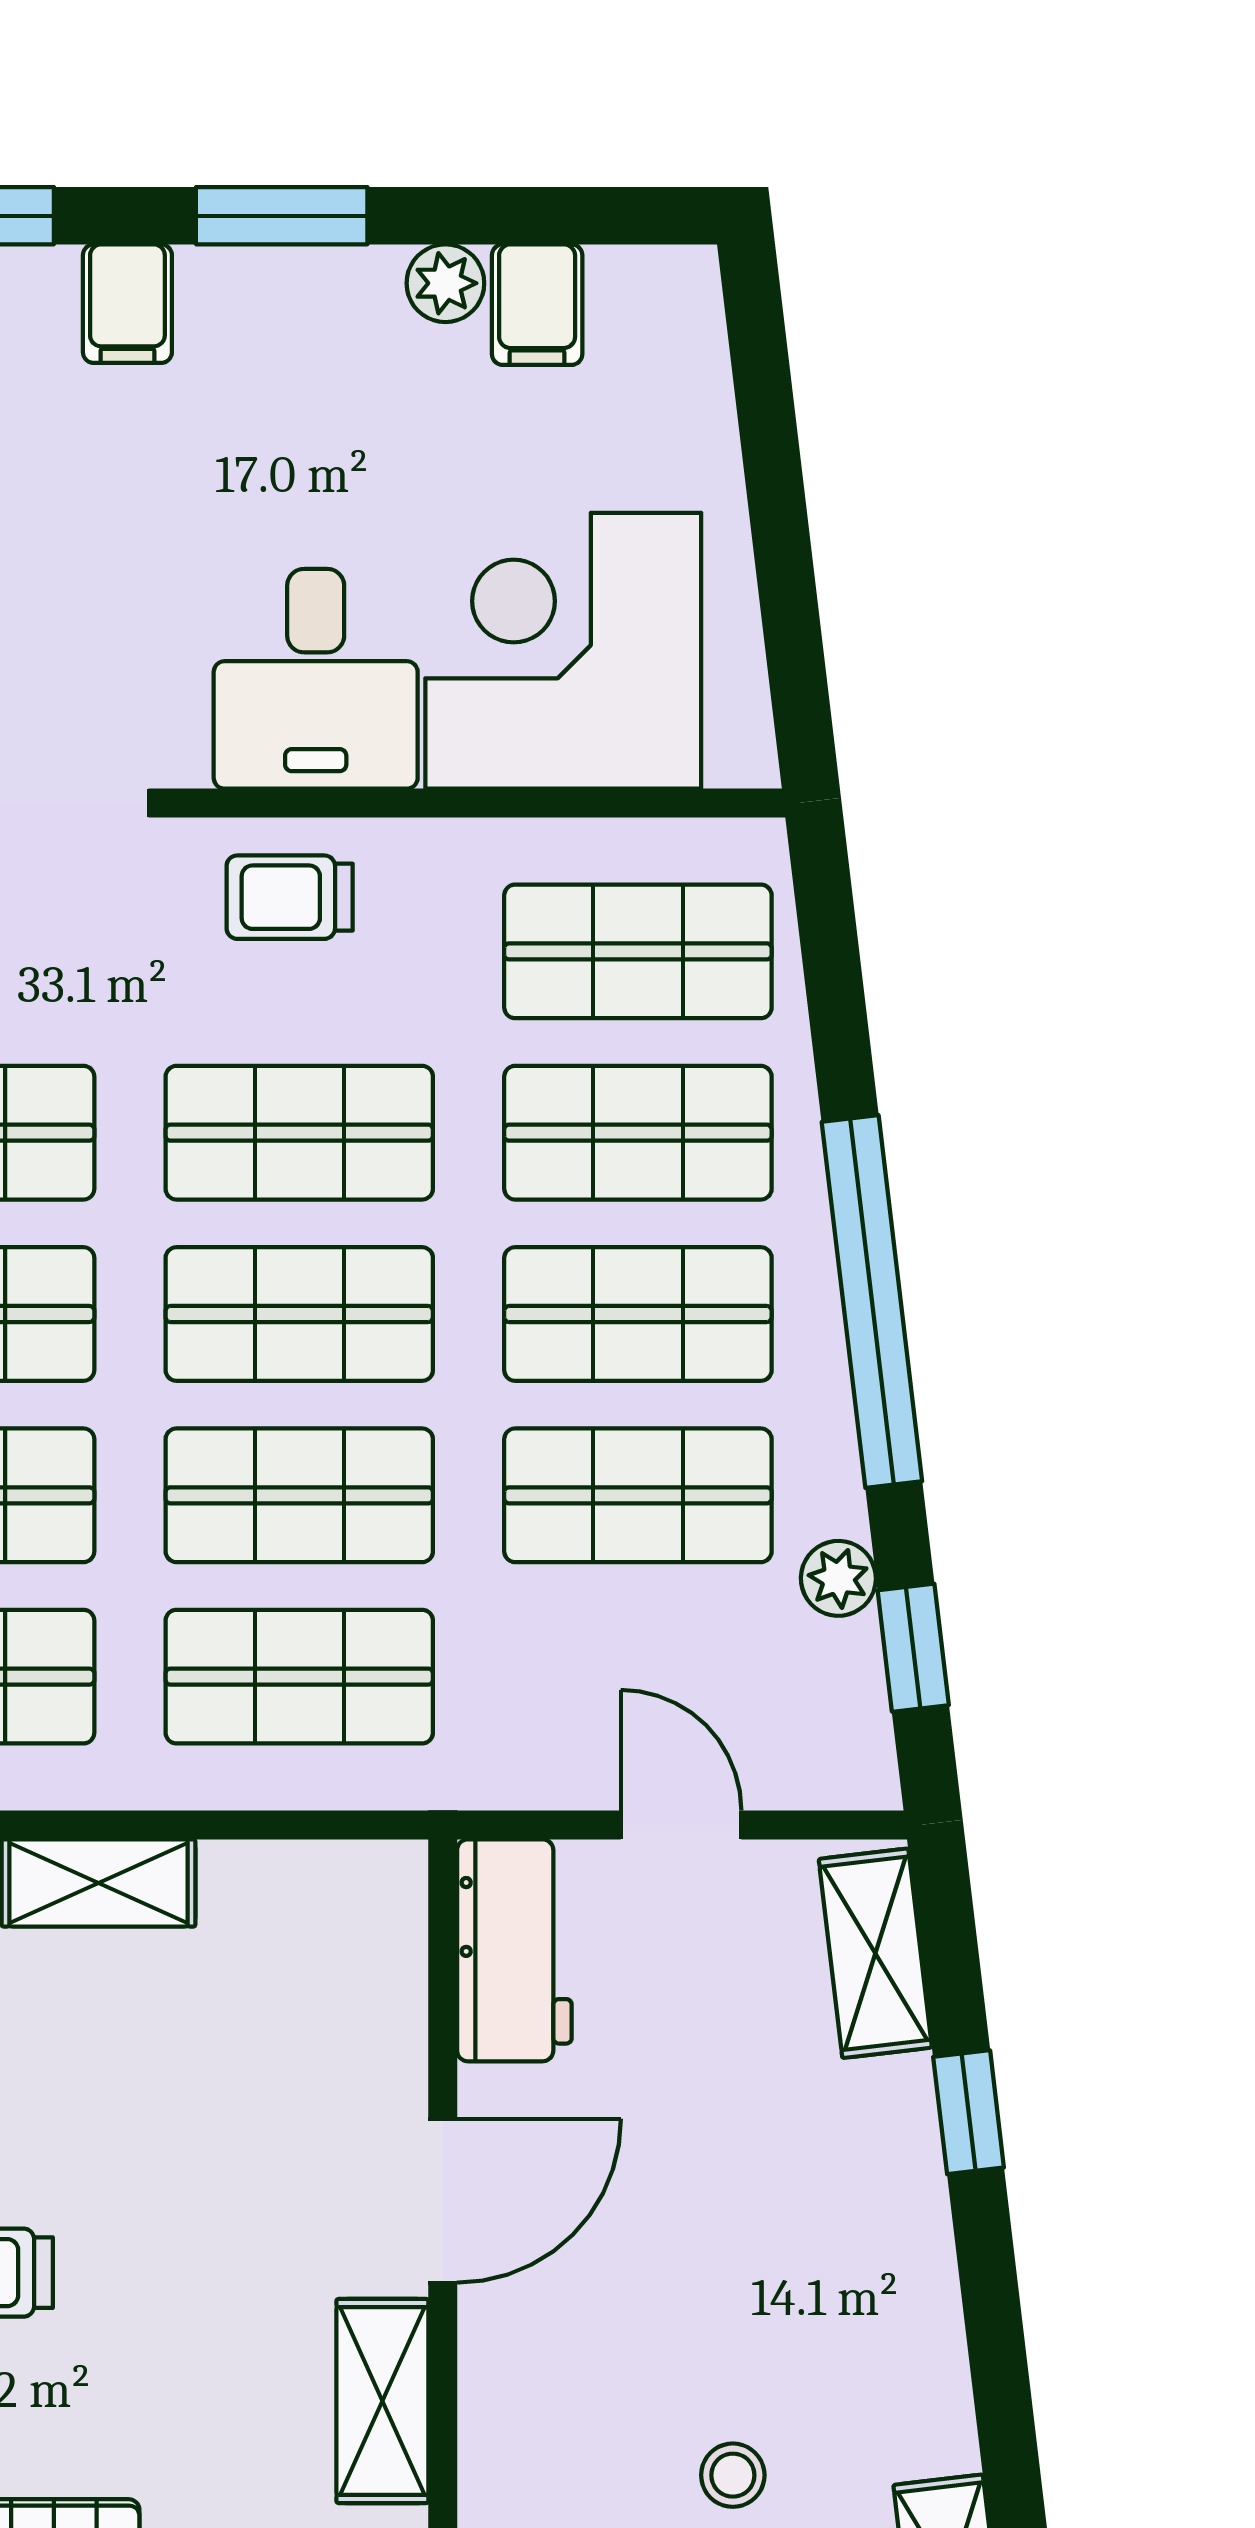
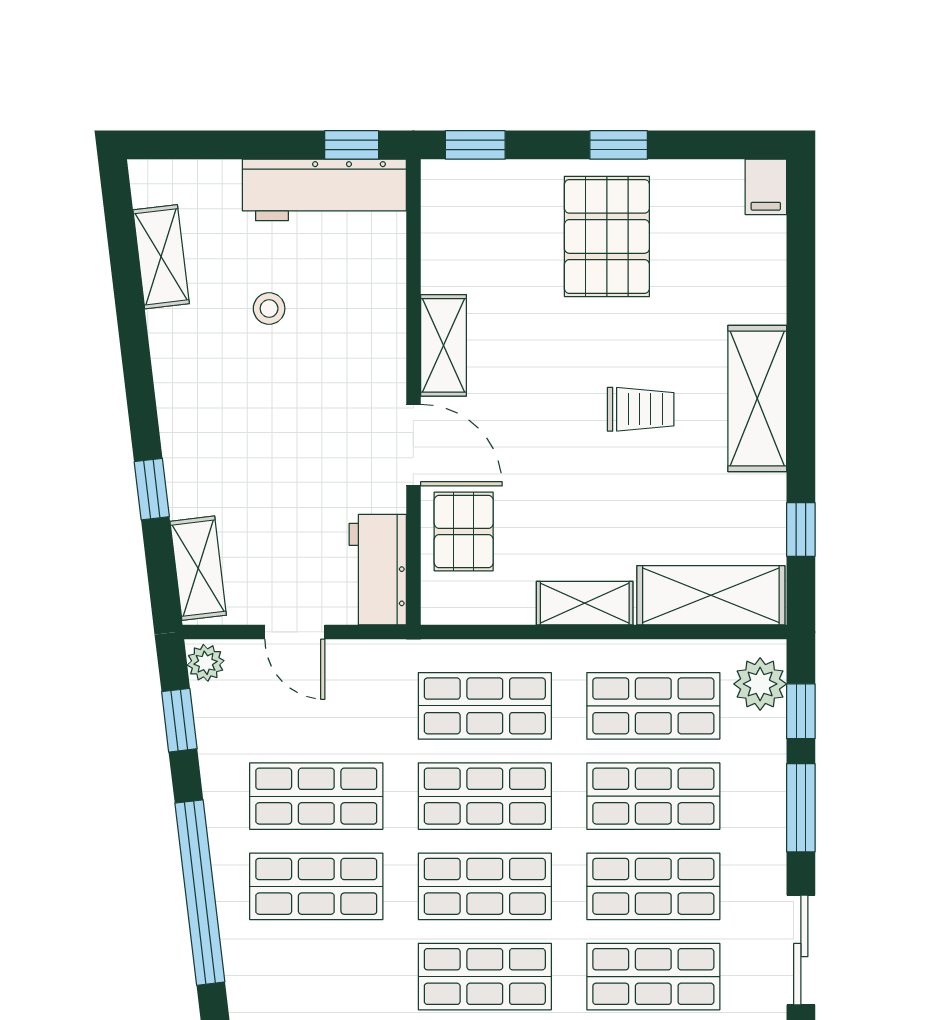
shop shelf: (638, 1133) -> (316, 977), removed
plant: (838, 1578) -> (206, 663), moved
pallet: (342, 2027) -> (464, 531), added
door: (443, 2201) -> (413, 445), swing flipped

